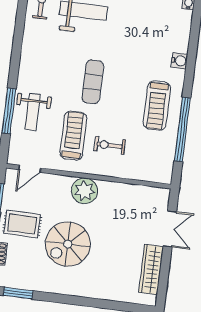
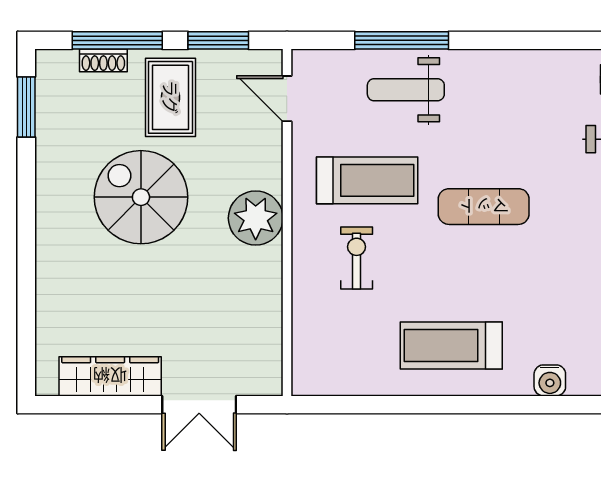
window: (182, 130) -> (408, 405), removed

